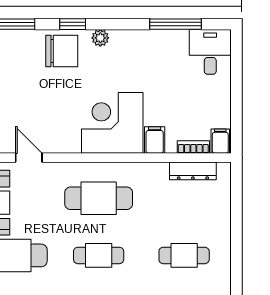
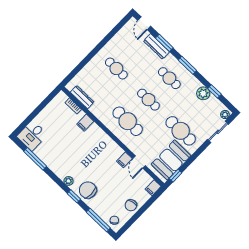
corner desk: (112, 123) -> (95, 145), removed
filing cabinet: (220, 141) -> (124, 160), moved

